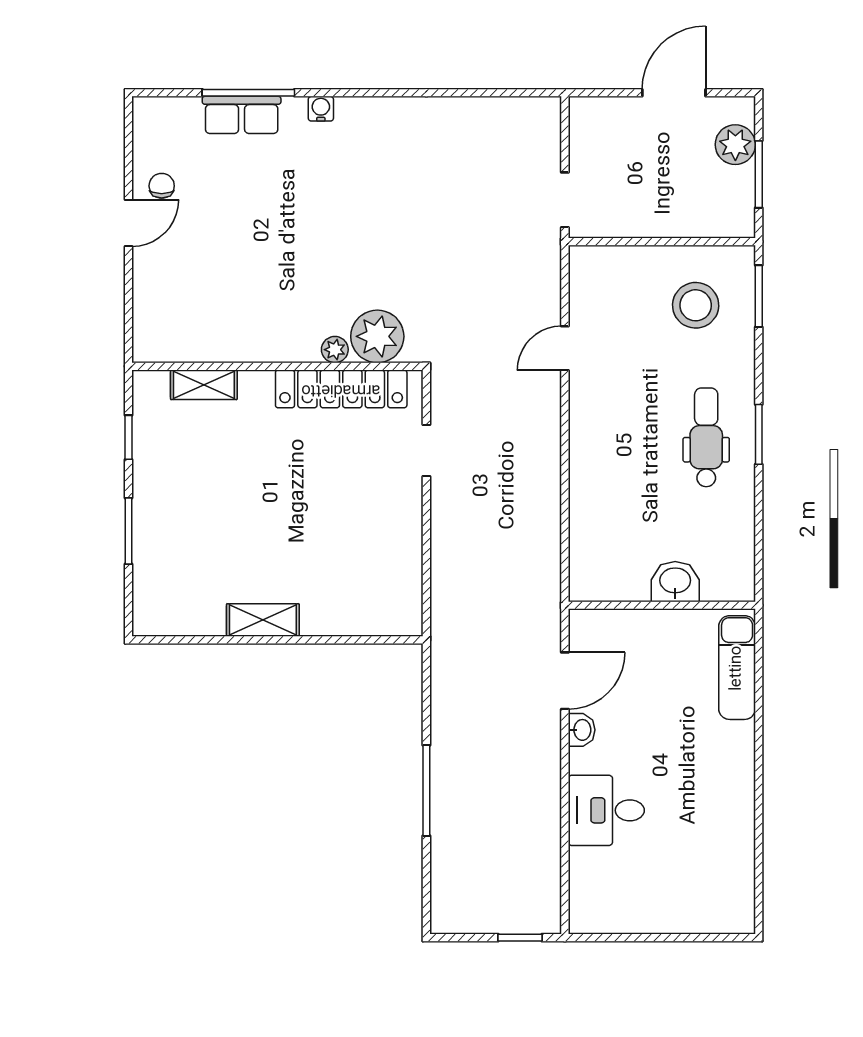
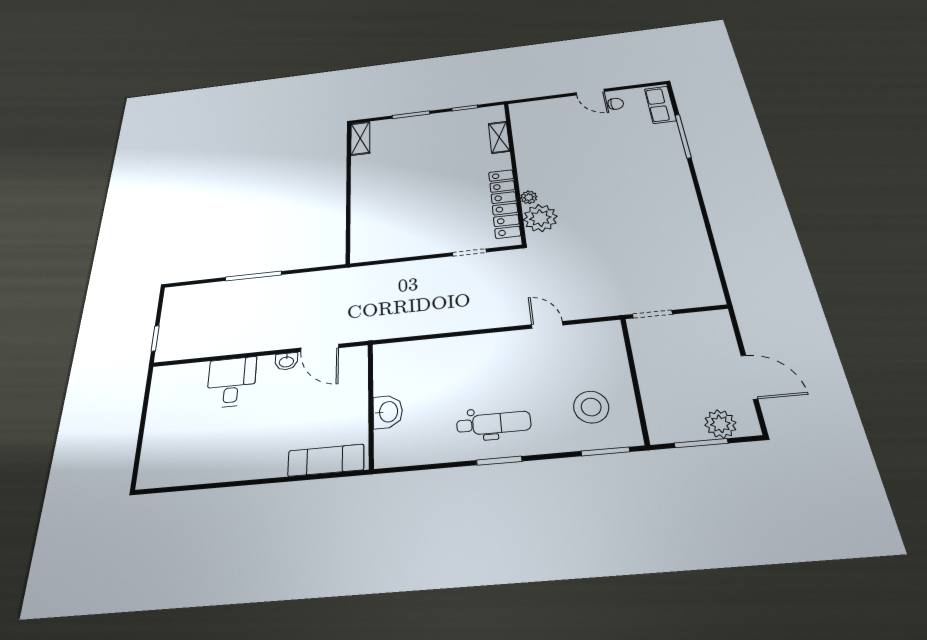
water cooler: (321, 109) -> (682, 172), removed
row of seats: (242, 115) -> (660, 105), moved
shelving: (263, 620) -> (360, 138), moved

